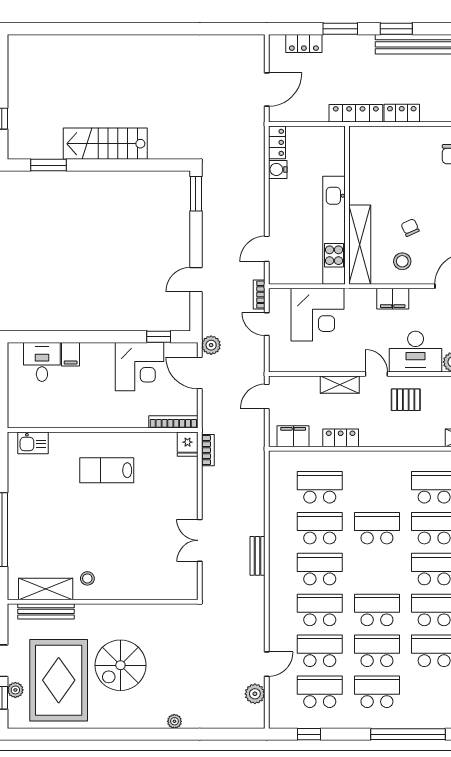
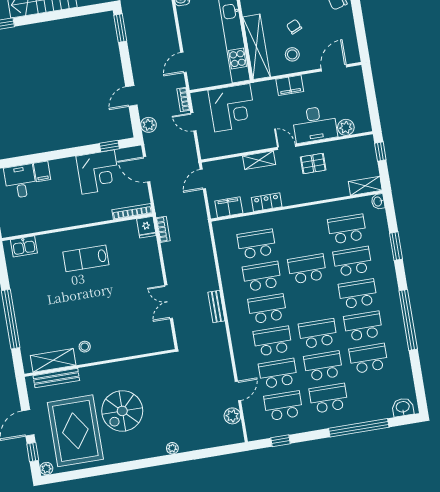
plant: (211, 345) -> (149, 125), moved
plant: (15, 690) -> (46, 469), moved

